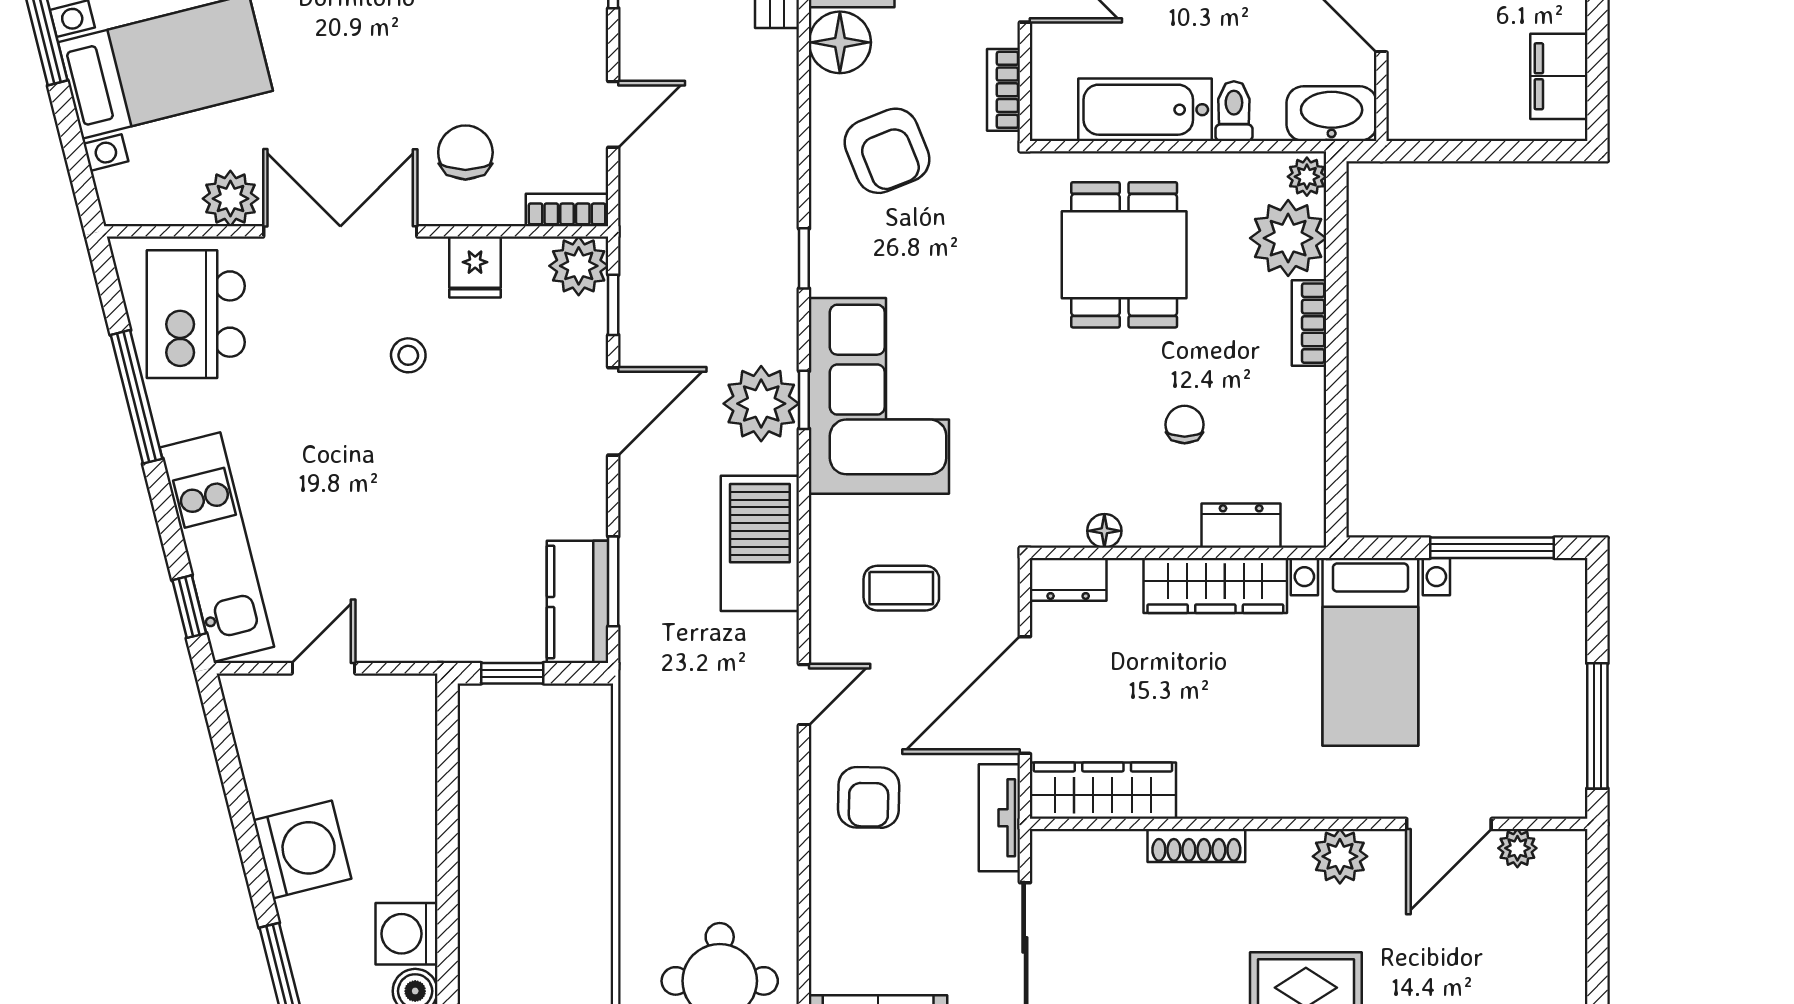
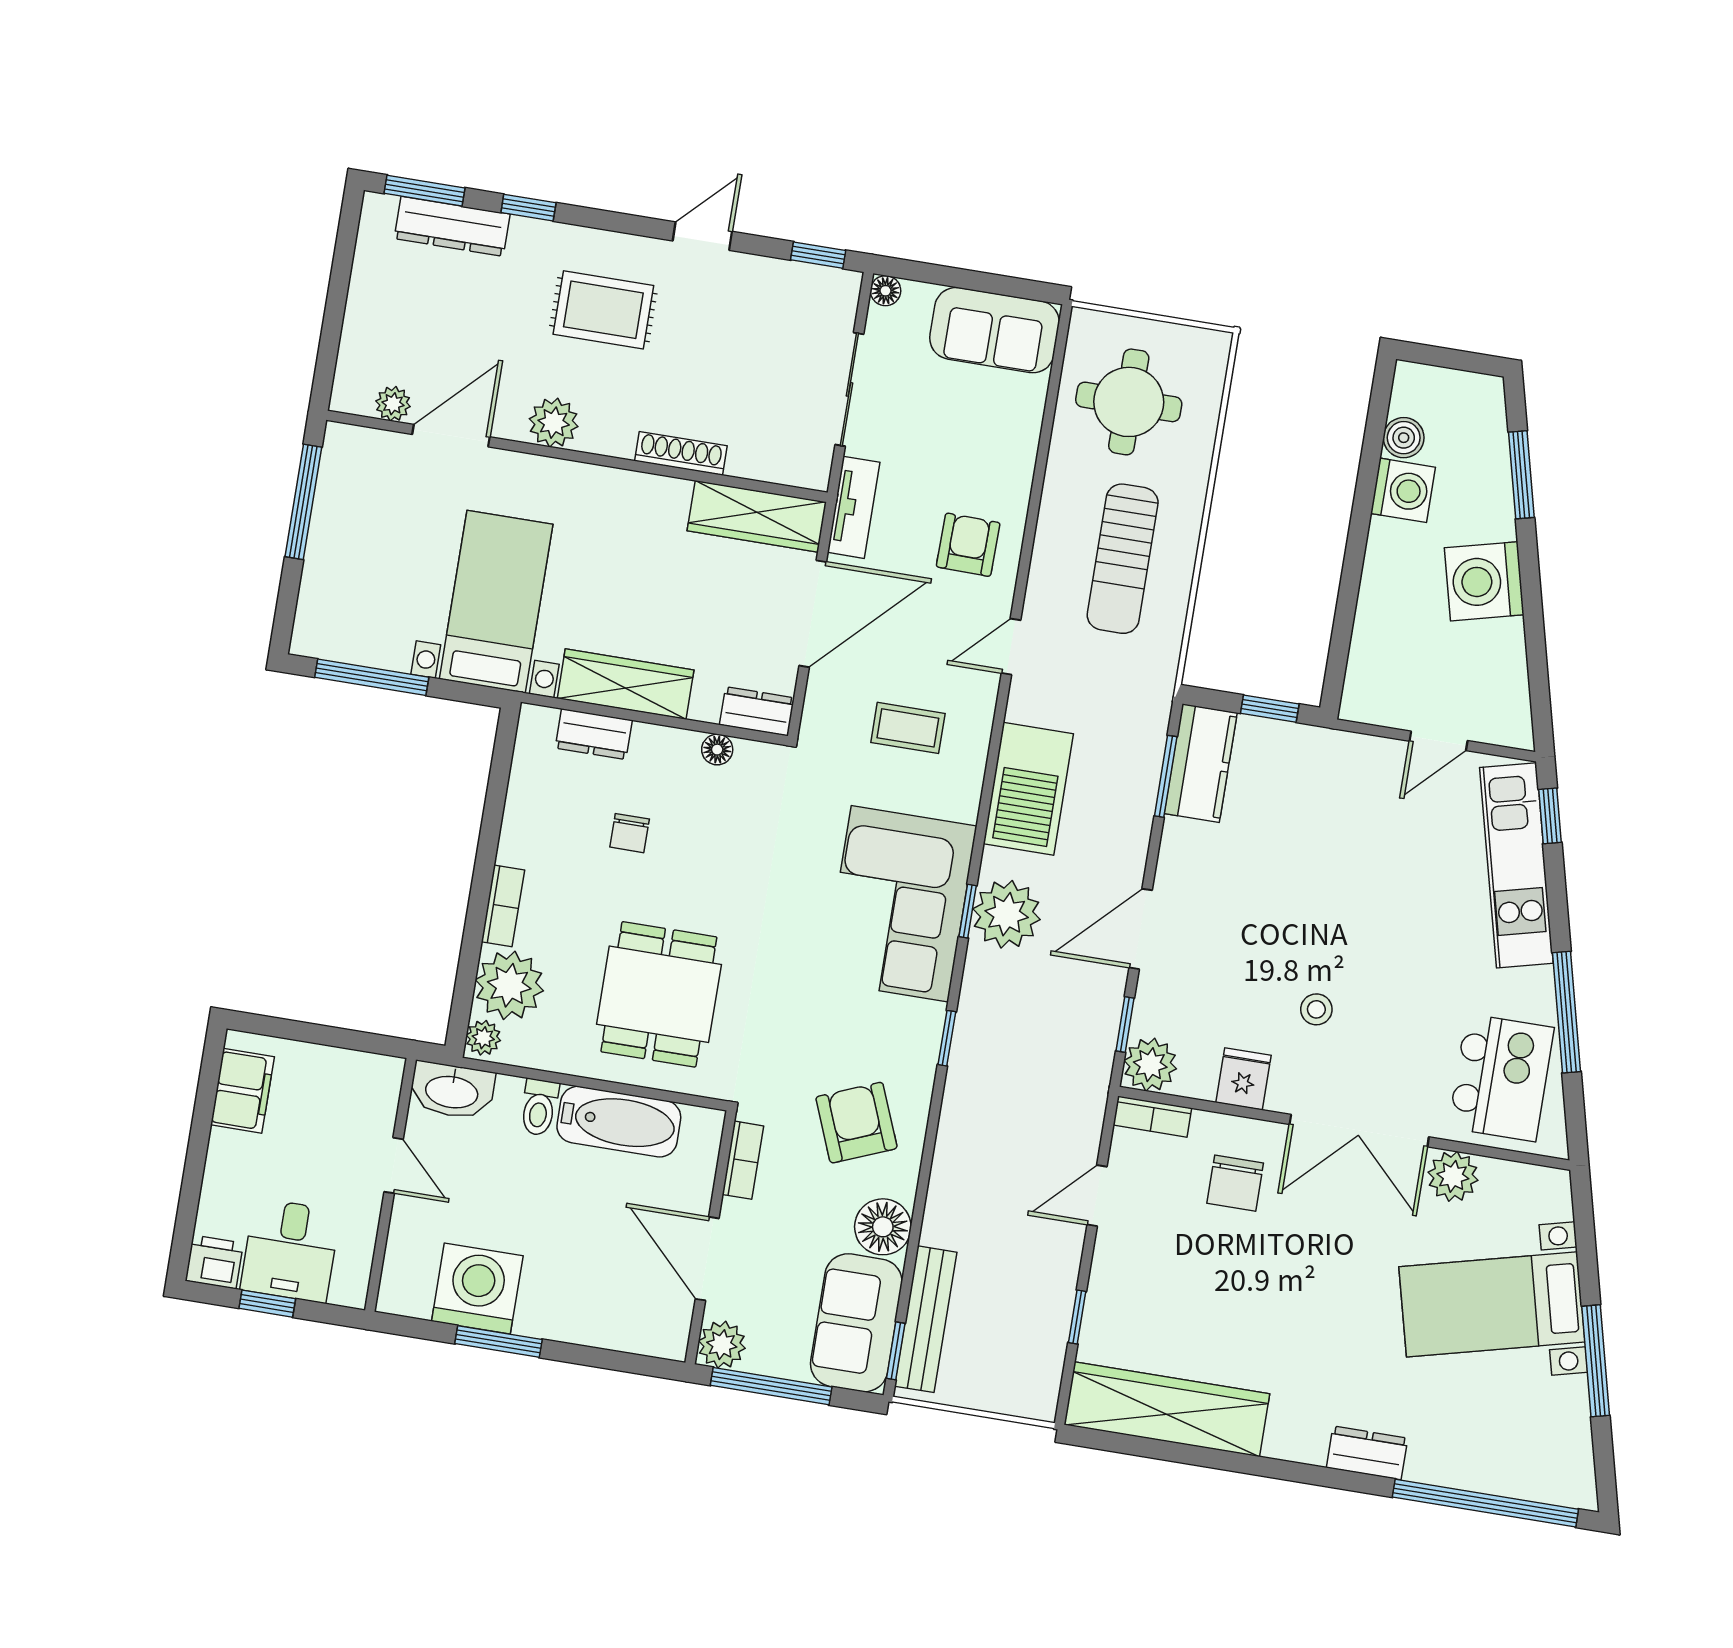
sun lounger: (698, 810) -> (1123, 559), added

